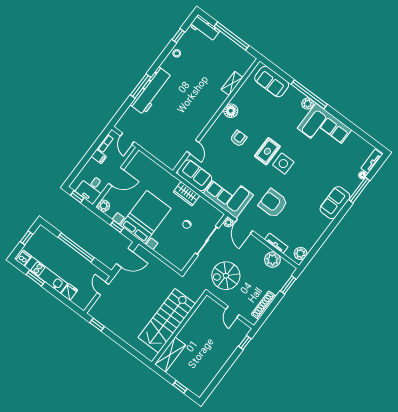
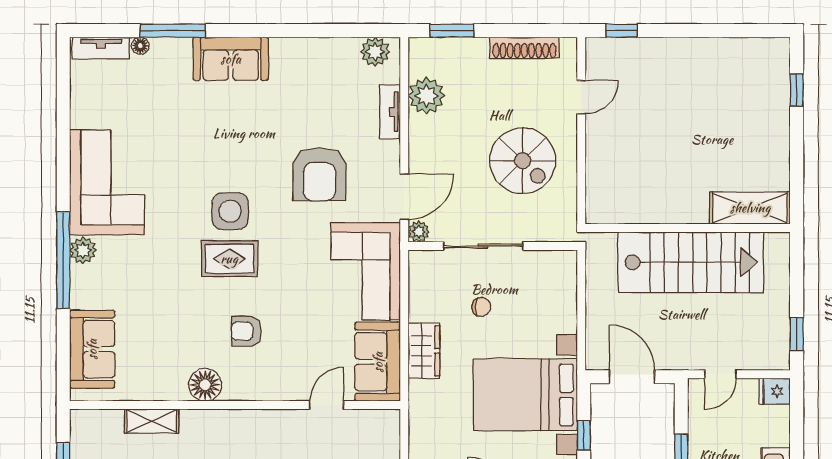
fridge: (69, 292) -> (775, 391), moved
stairs: (167, 321) -> (691, 262), moved
wall: (179, 328) -> (688, 228), moved
shelving: (170, 355) -> (750, 208), moved

